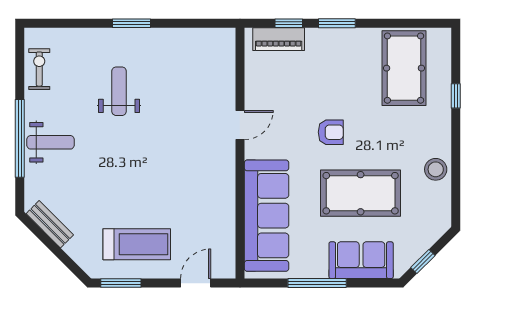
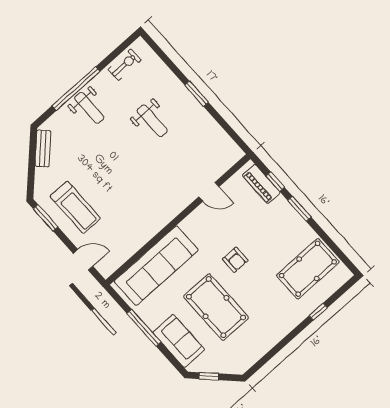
weight bench: (119, 91) -> (152, 121), turned 90
door: (240, 125) -> (209, 192), moved
stool: (436, 169) -> (267, 337), removed

